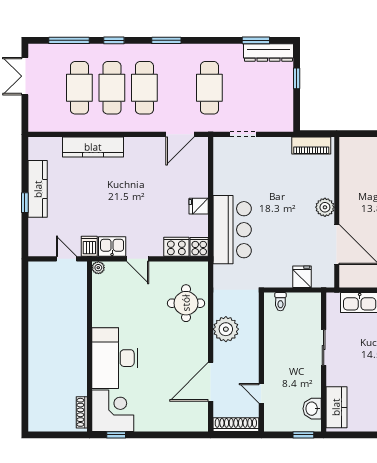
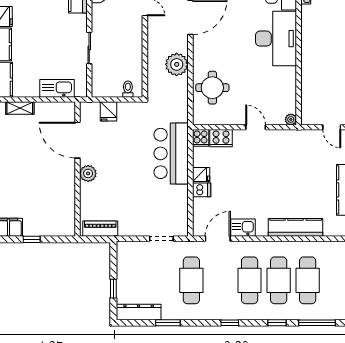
window: (166, 40) -> (230, 323), width x0.67
window: (256, 40) -> (168, 323), moved
dishwasher: (89, 246) -> (202, 190), moved, turned -90
kitchen sink: (112, 247) -> (243, 228), moved, turned 180
door: (66, 259) -> (332, 127), moved

